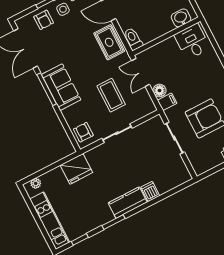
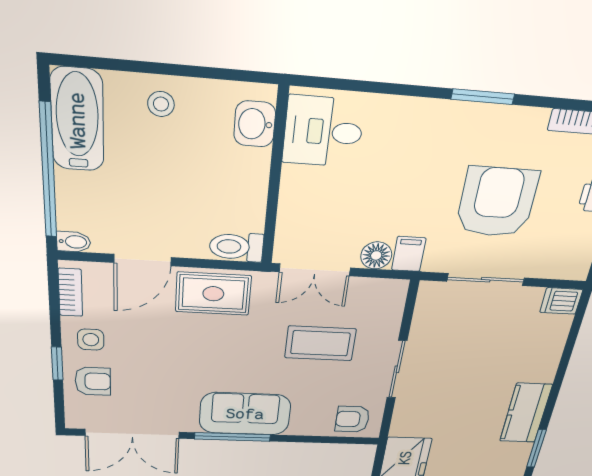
dishwasher: (150, 191) -> (561, 301), moved

